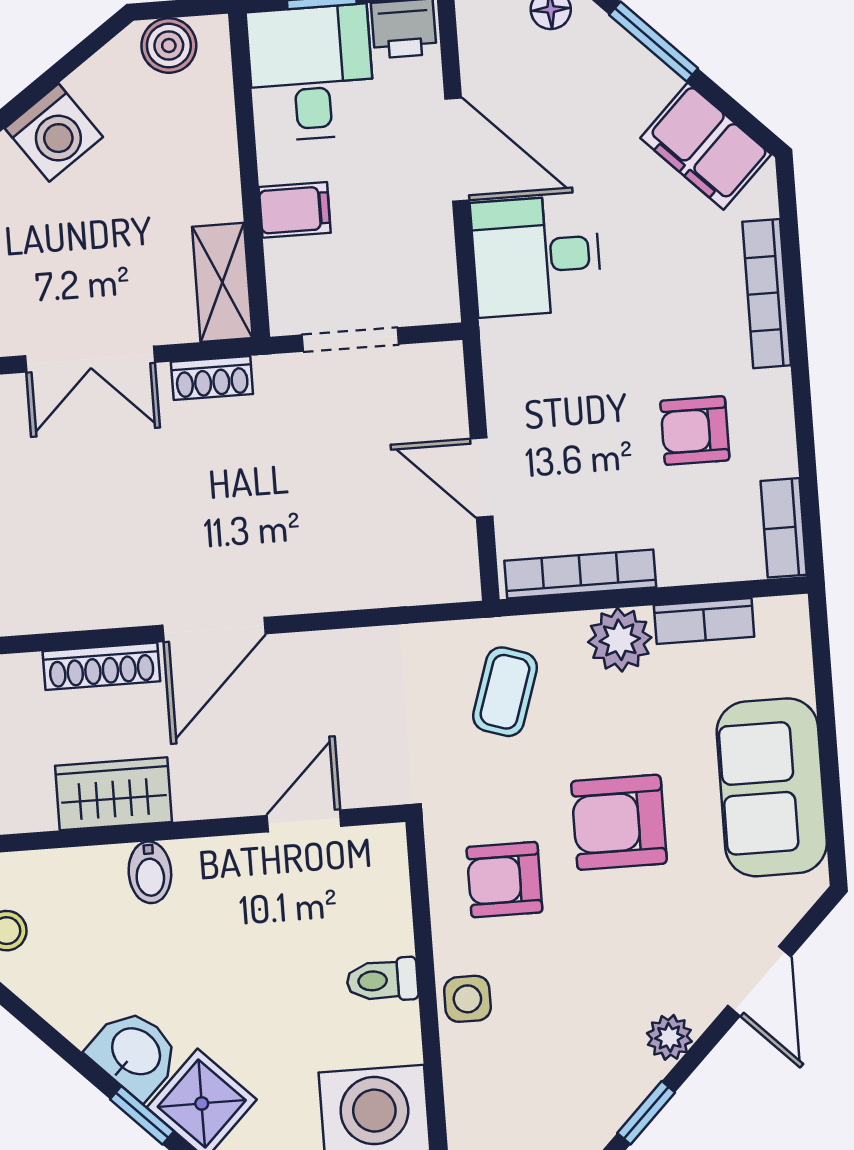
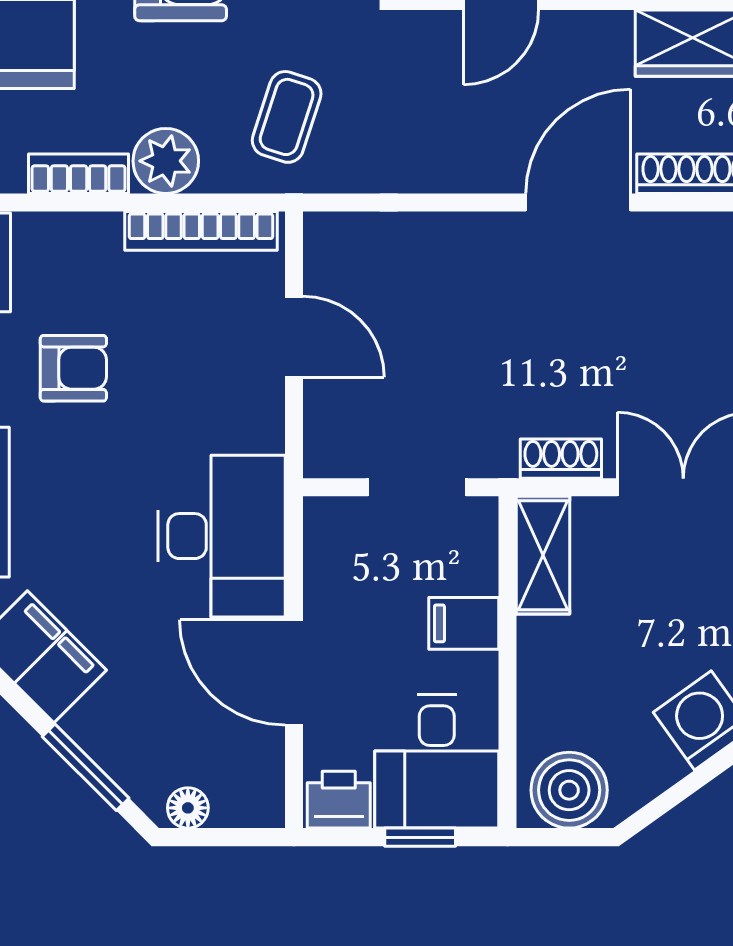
boiler: (169, 46) -> (569, 790), width x1.36, depth x1.36
desk: (536, 256) -> (221, 536), width x1.37

